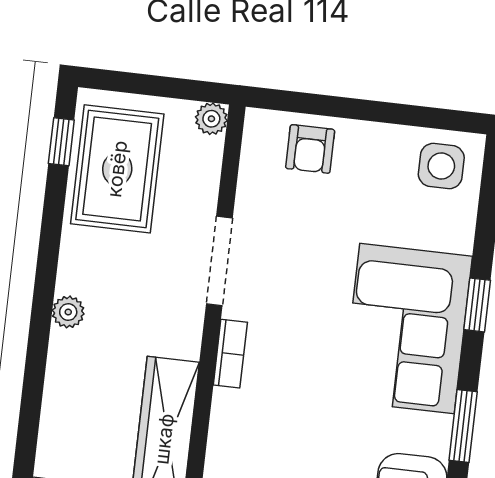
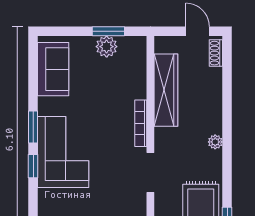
bookcase: (230, 354) -> (141, 123), width x1.56
window: (463, 426) -> (33, 127), moved

